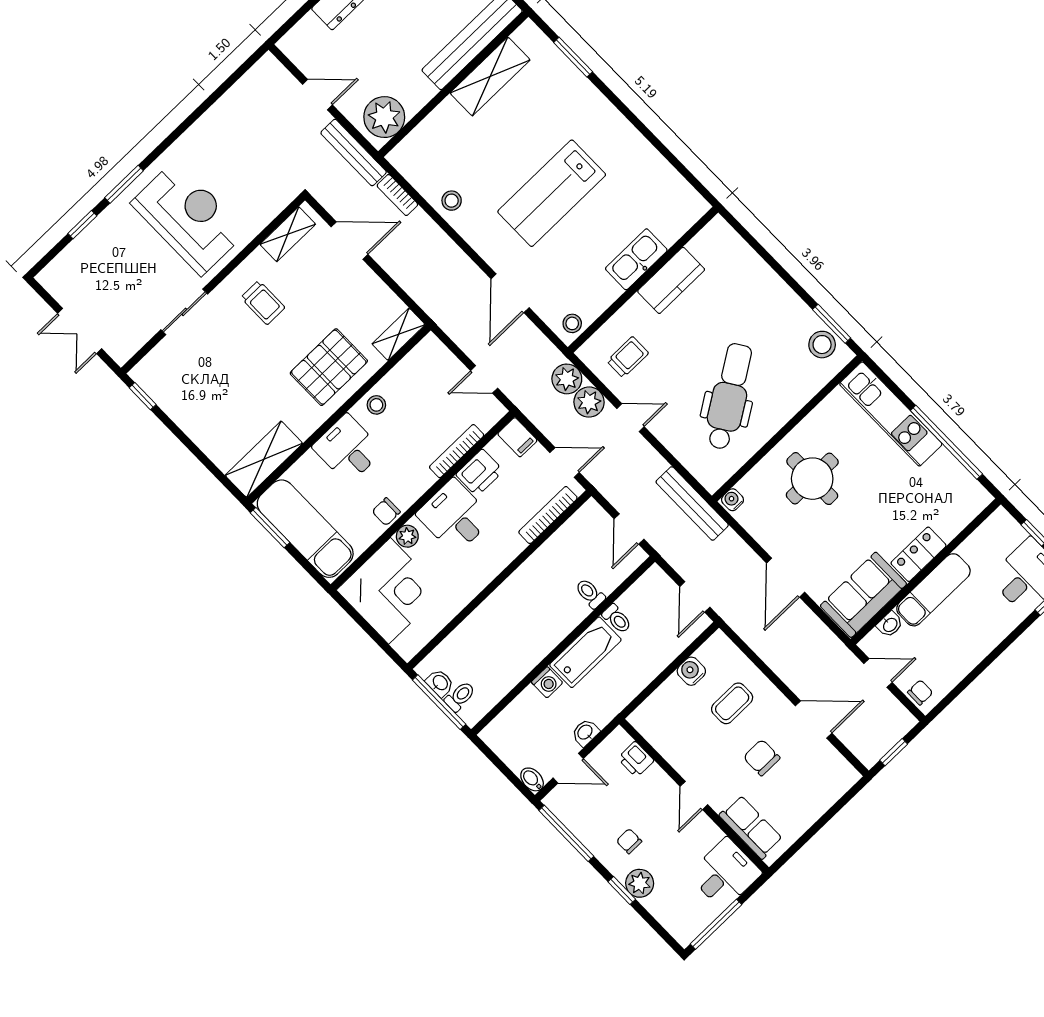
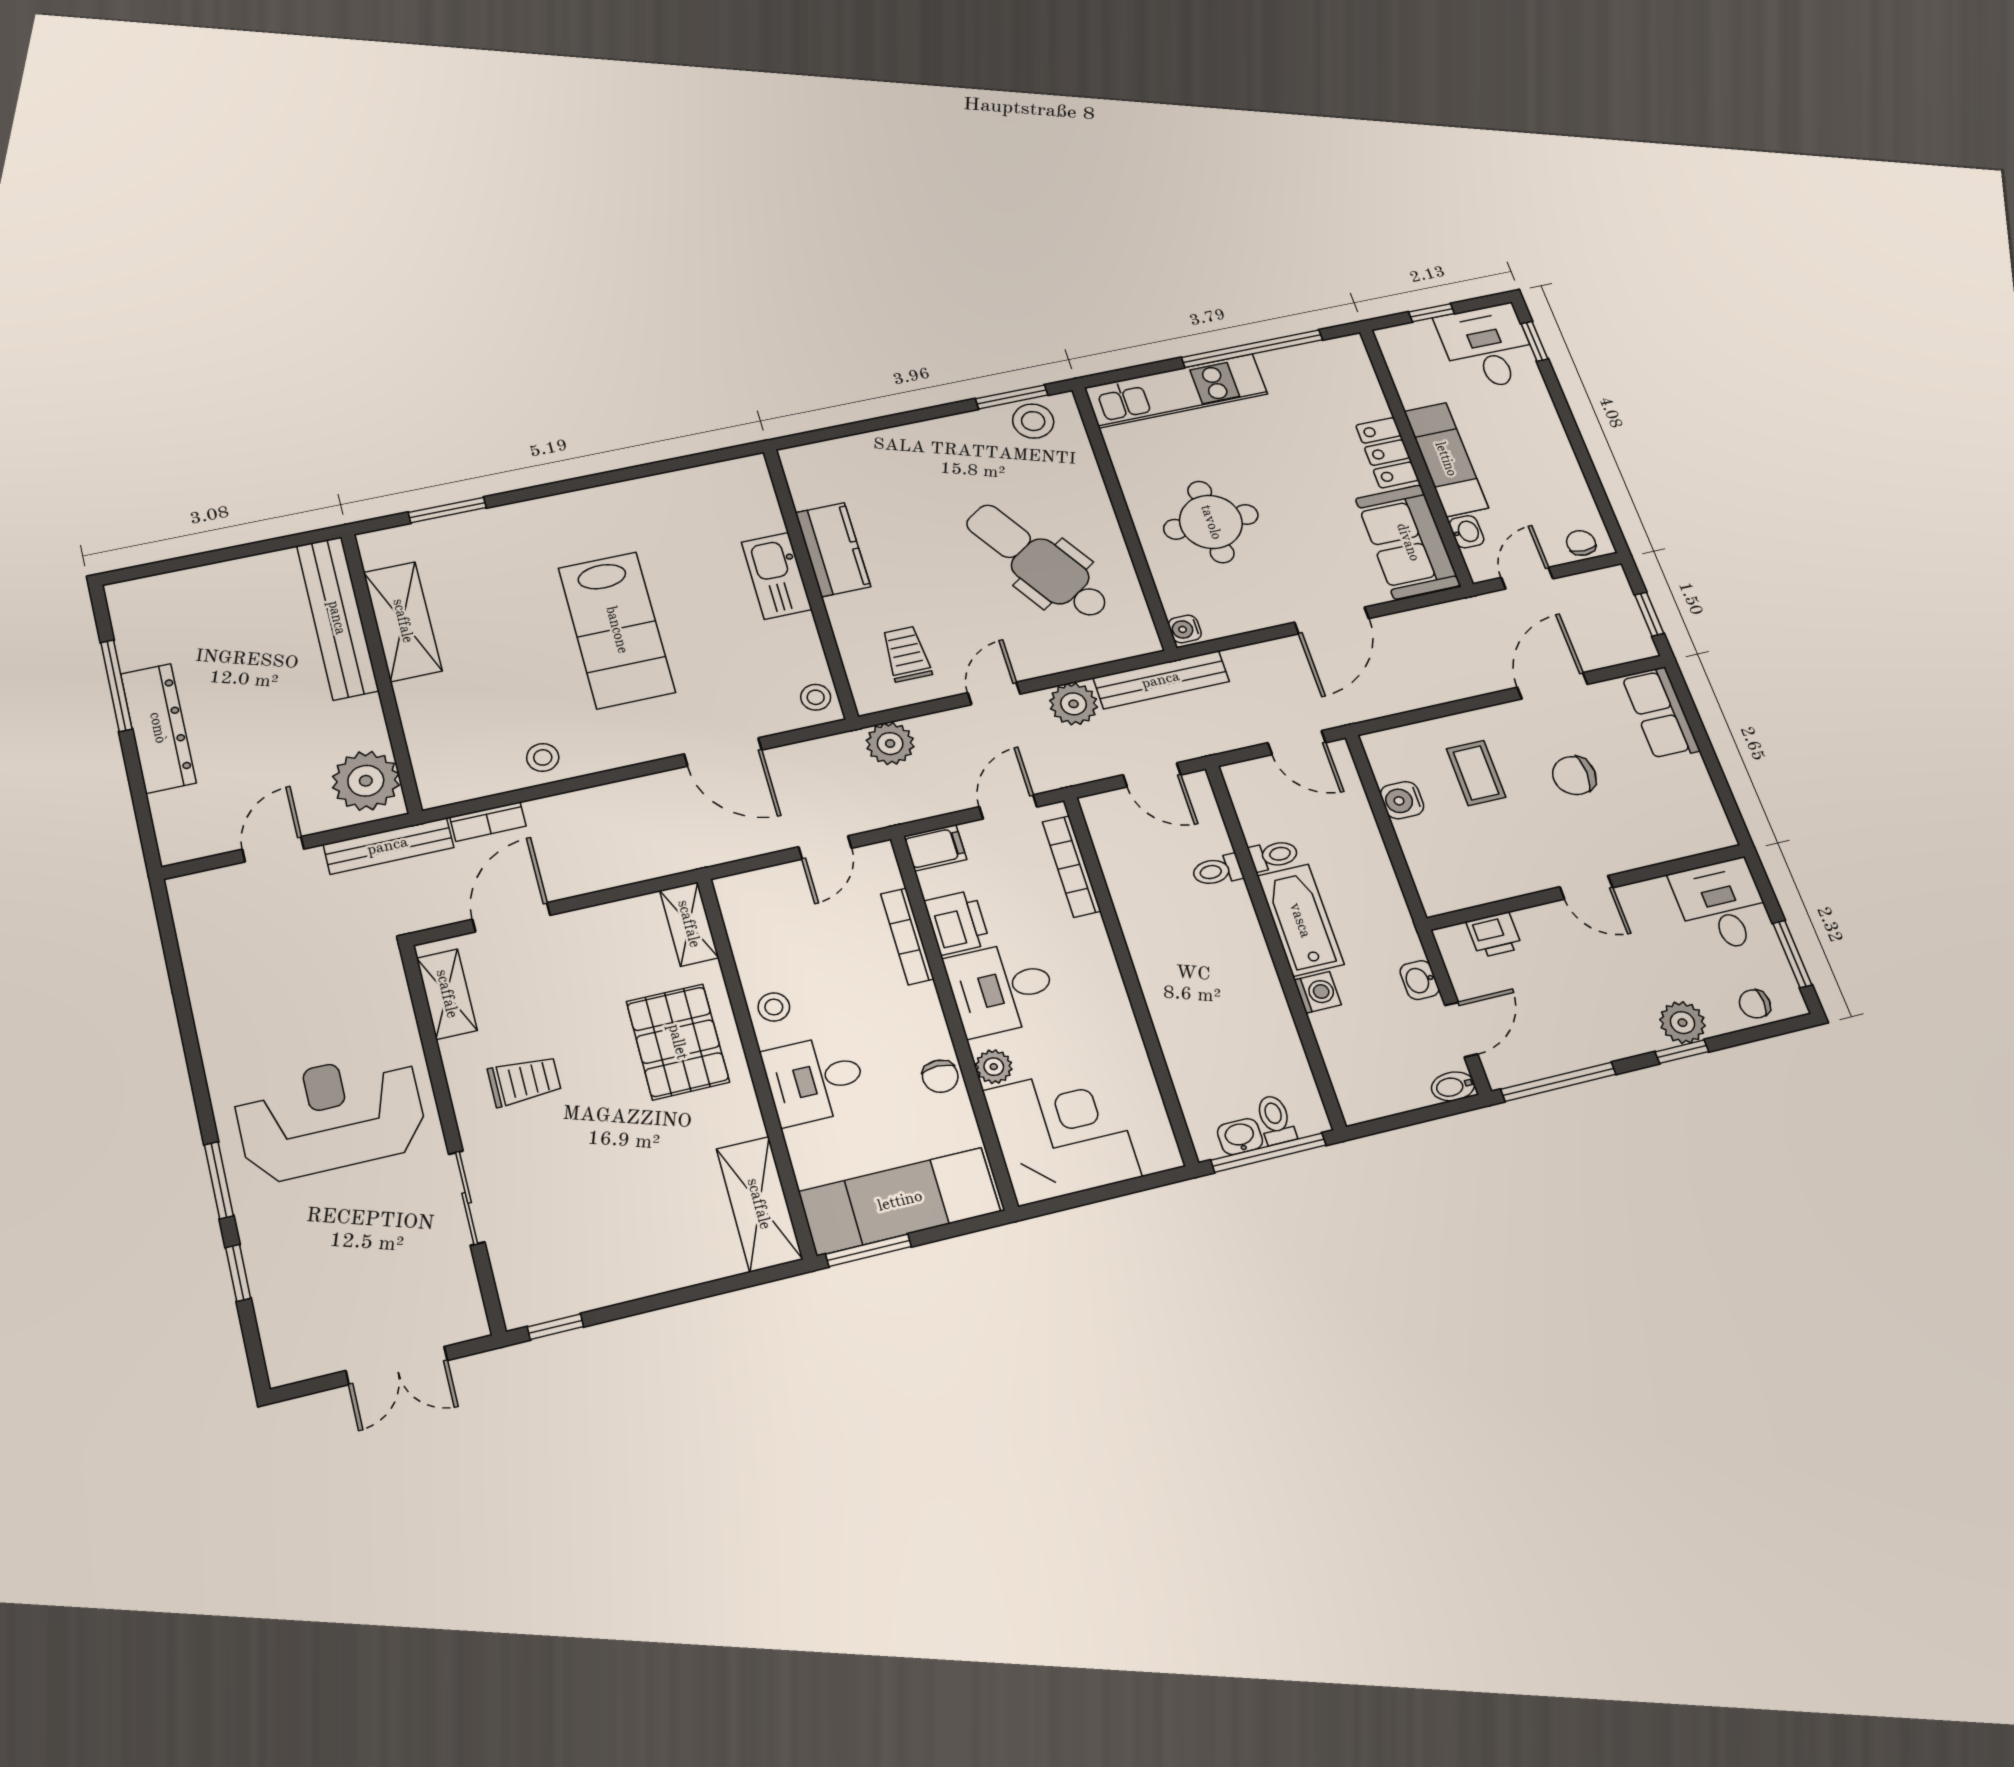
plant: (589, 402) -> (1074, 704), moved
door: (786, 578) -> (1332, 620), hinge flipped
row of seats: (751, 827) -> (1661, 713), moved, turned -90
chair: (629, 841) -> (1755, 1004), moved
window: (716, 924) -> (1792, 954), width x0.69

